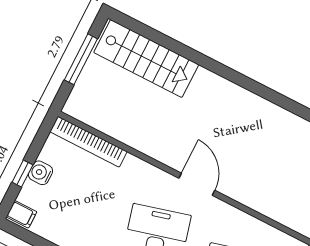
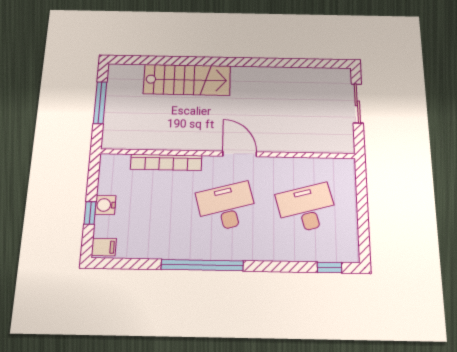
stairs: (146, 58) -> (187, 80), moved
bookcase: (89, 142) -> (166, 162), moved

